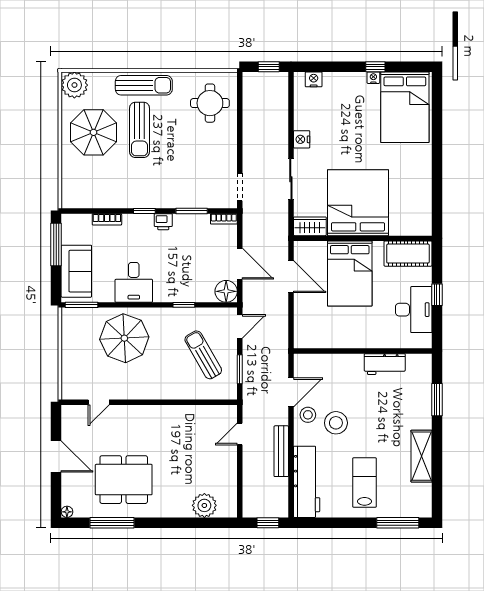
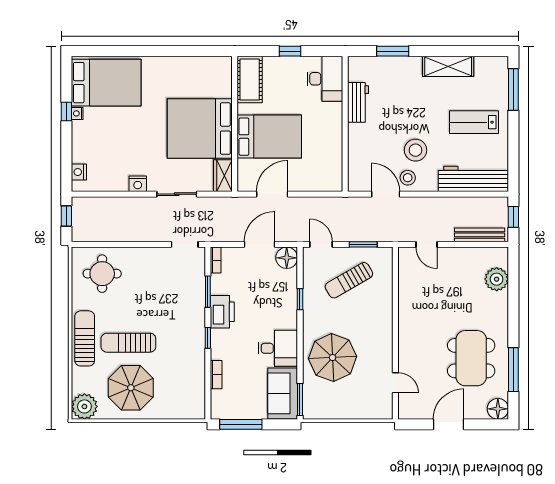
sun lounger: (140, 130) -> (128, 343), turned 180
printer: (163, 222) -> (222, 312), width x1.87, depth x1.48
sofa: (76, 271) -> (283, 393), moved, turned -90
desk: (414, 310) -> (325, 79), moved, turned 90
bench: (281, 451) -> (480, 235), moved
floor lamp: (67, 512) -> (498, 409), width x1.89, depth x1.89

